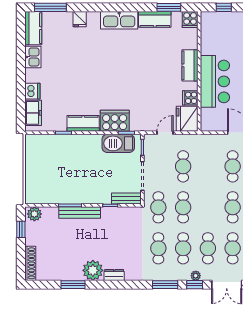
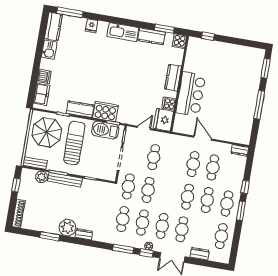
parasol: (48, 159) -> (47, 132), added
sun lounger: (83, 166) -> (74, 143), added
bench: (126, 198) -> (35, 163), moved
plant: (34, 214) -> (42, 177), moved

